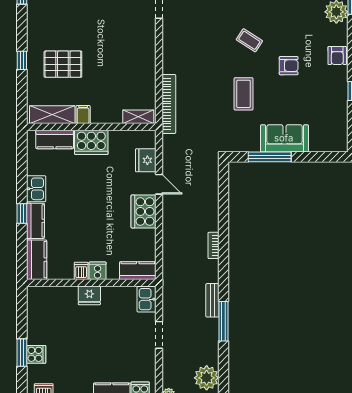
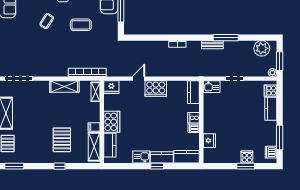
shelving: (147, 68) -> (64, 87), added
fridge: (146, 160) -> (111, 87), moved
fridge: (89, 295) -> (209, 141), moved

